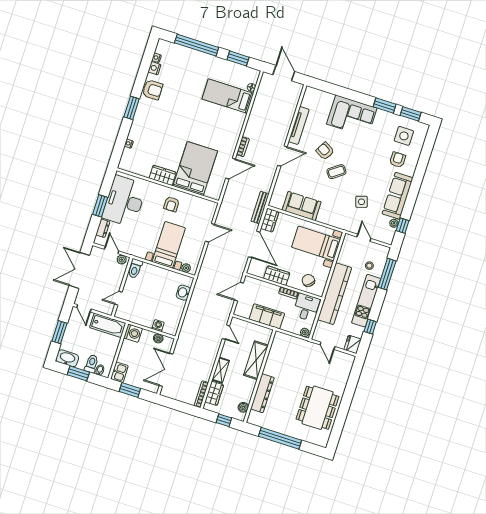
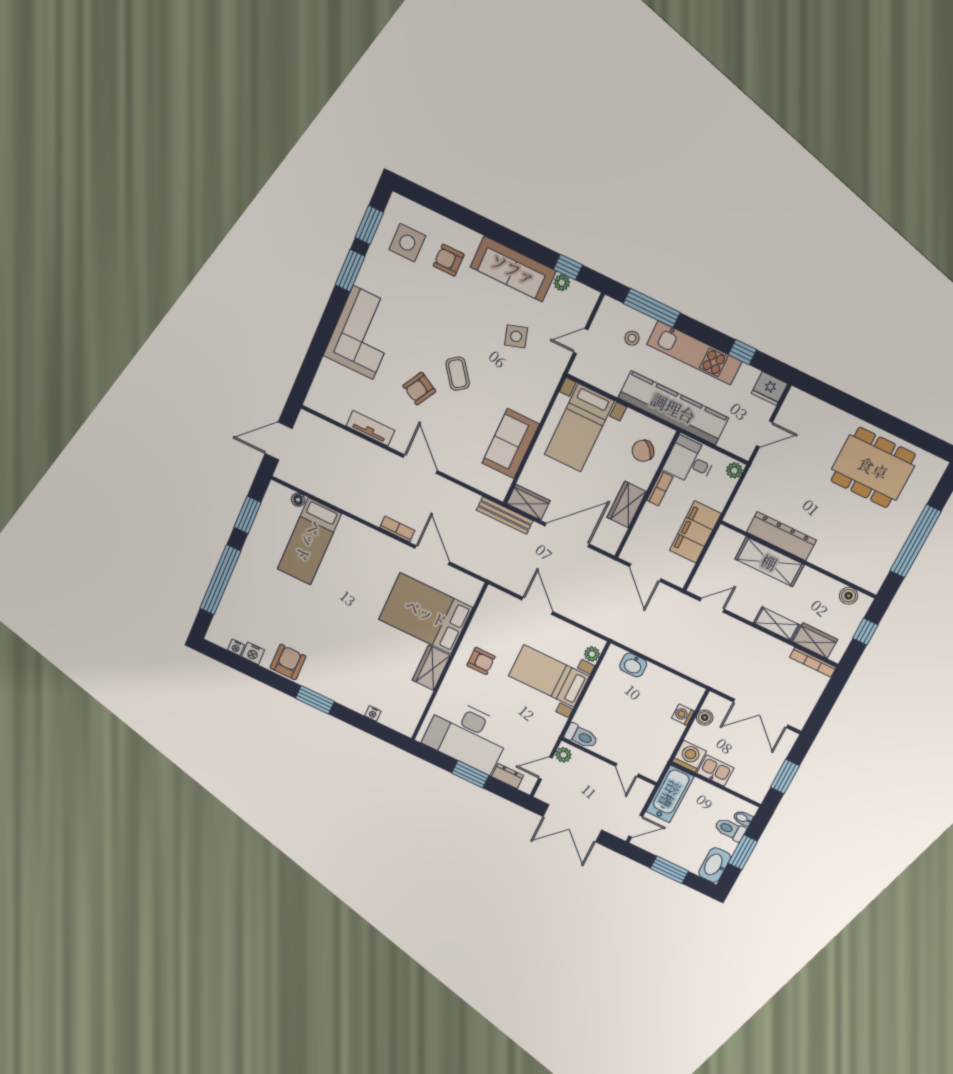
tv unit: (299, 125) -> (370, 428), width x0.71
kitchen sink: (119, 372) -> (715, 771), moved
dresser: (262, 393) -> (781, 536), moved

